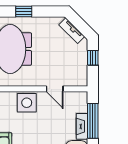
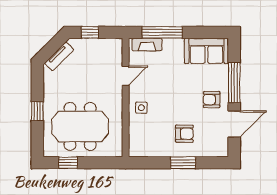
side table: (27, 103) -> (141, 108), width x0.54, depth x0.54
fireplace: (82, 126) -> (147, 45), moved

